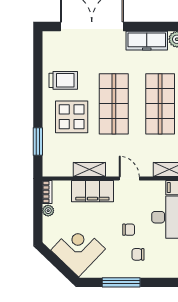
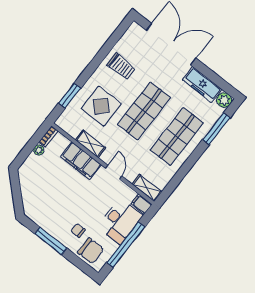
display table: (72, 117) -> (101, 106), moved
chair: (129, 230) -> (91, 251), moved, width x1.87, depth x1.87
corner desk: (78, 249) -> (39, 194), removed

